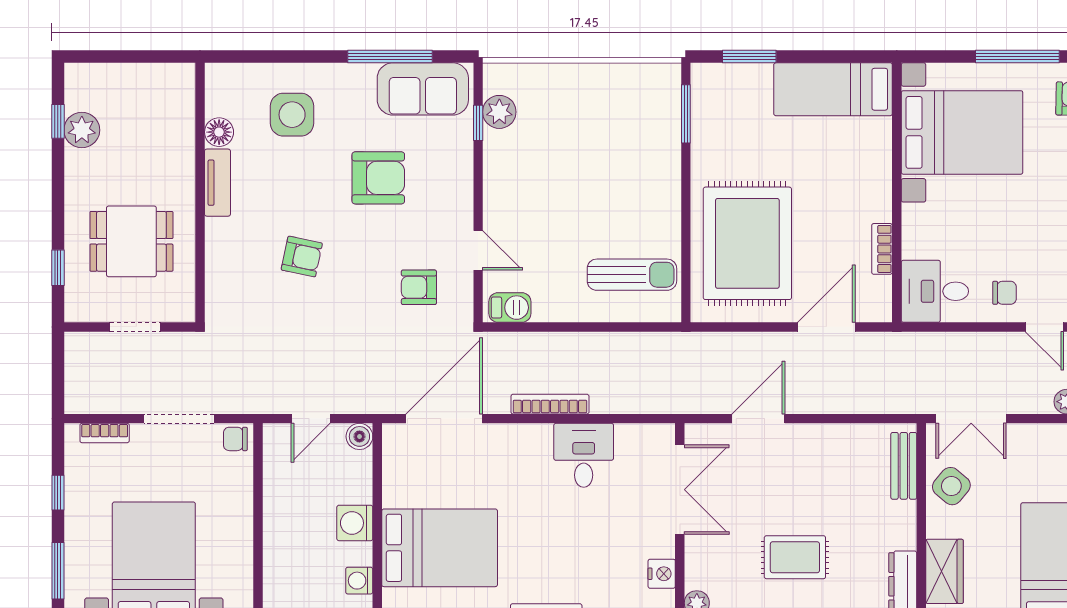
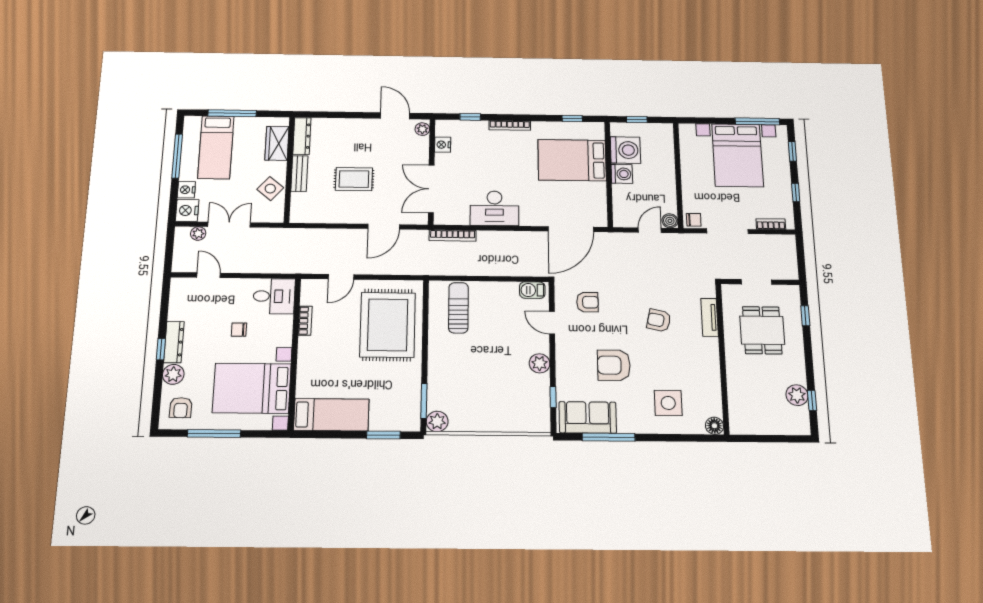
plant: (664, 80) -> (437, 421), added
plant: (499, 112) -> (539, 363), moved
floor lamp: (219, 132) -> (714, 426), moved
tv unit: (217, 183) -> (710, 317), moved
dining table: (131, 241) -> (762, 330), turned 90
sun lounger: (632, 275) -> (458, 308), turned 90
chair: (1004, 293) -> (239, 330), moved
door: (826, 327) -> (341, 277), width x0.73
bookcase: (550, 404) -> (453, 235), moved
double door: (971, 419) -> (229, 225), moved
boiler: (359, 436) -> (670, 221), moved
desk: (584, 455) -> (494, 208), width x1.37
bench: (904, 466) -> (299, 174), moved
rug: (795, 557) -> (354, 179), moved
window: (58, 571) -> (792, 151), width x0.67
washing machine: (359, 581) -> (625, 150), width x1.89, depth x1.89

